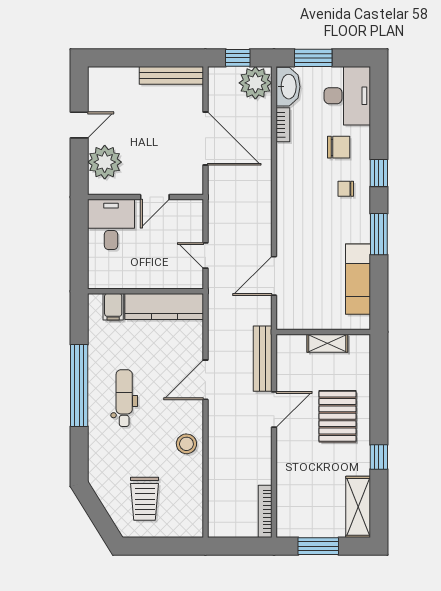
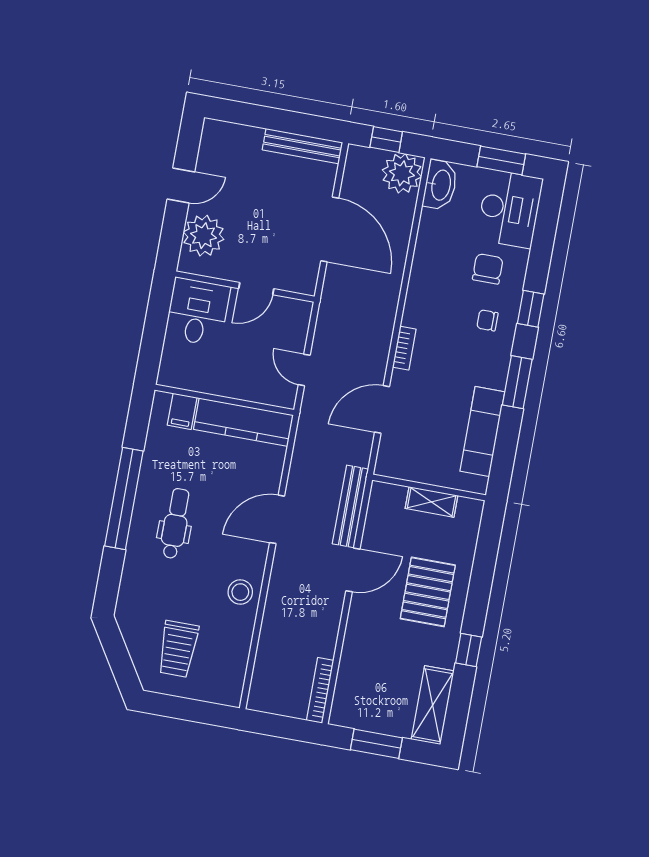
window: (313, 58) -> (501, 160), moved
bookcase: (283, 125) -> (404, 348), moved
chair: (339, 147) -> (488, 269), turned -90

